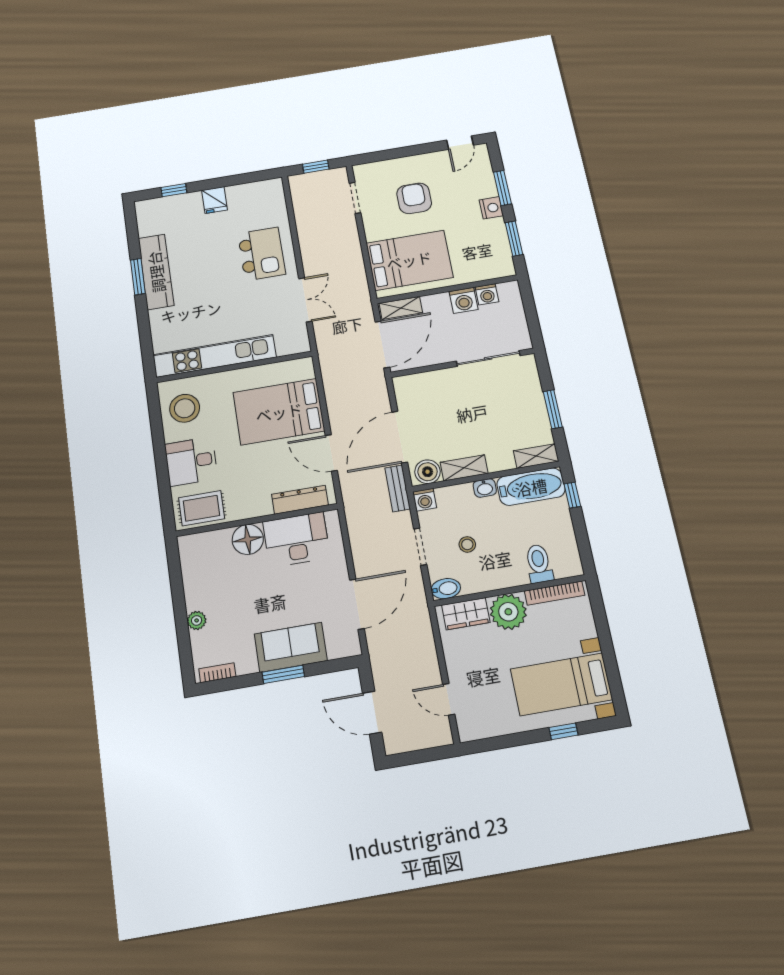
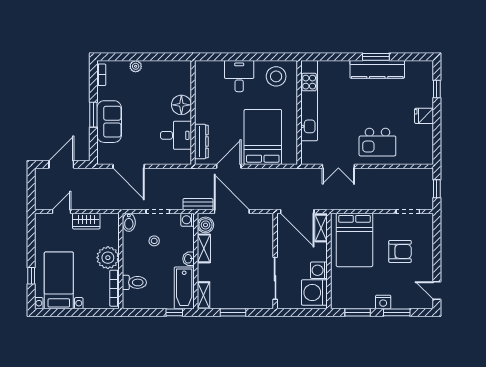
washing machine: (487, 294) -> (314, 292), width x1.89, depth x1.89
rug: (201, 508) -> (207, 79), removed
desk: (296, 540) -> (176, 135), width x0.73
wardrobe: (466, 614) -> (86, 221), moved, turned -90

